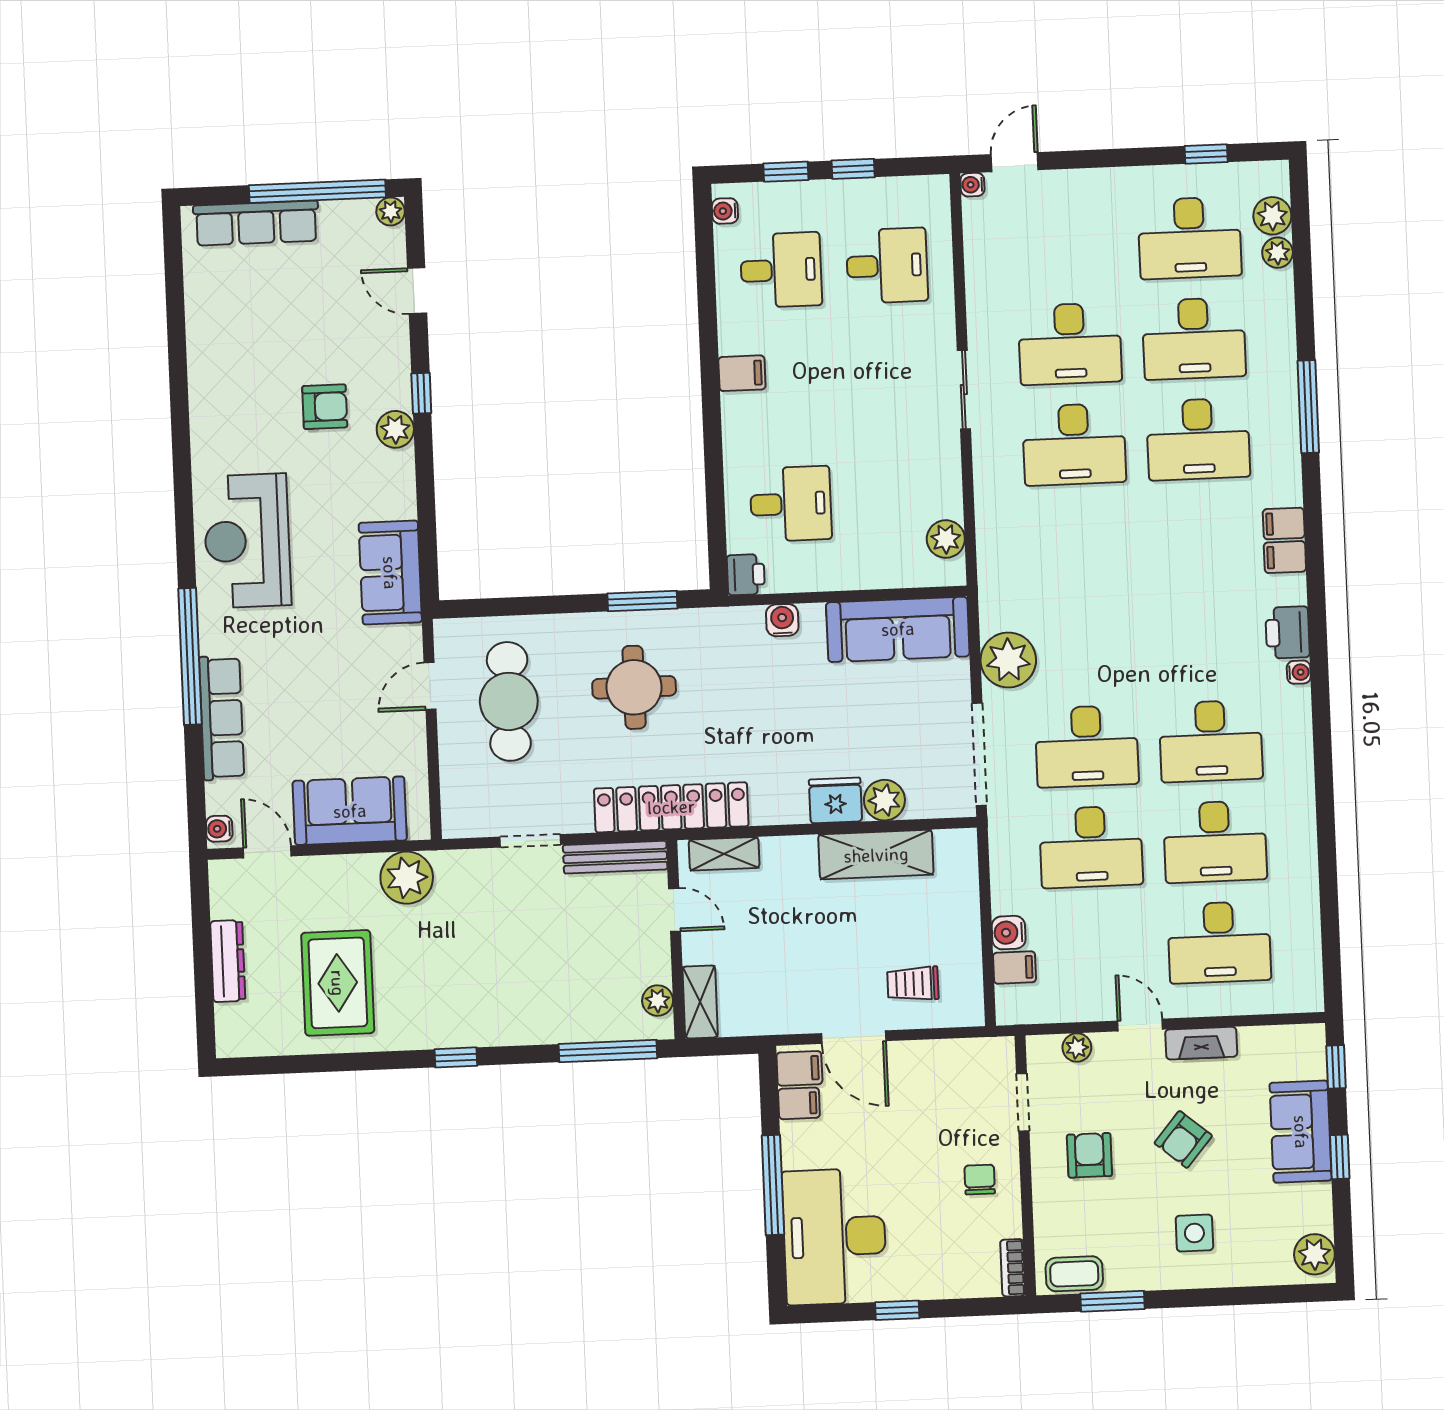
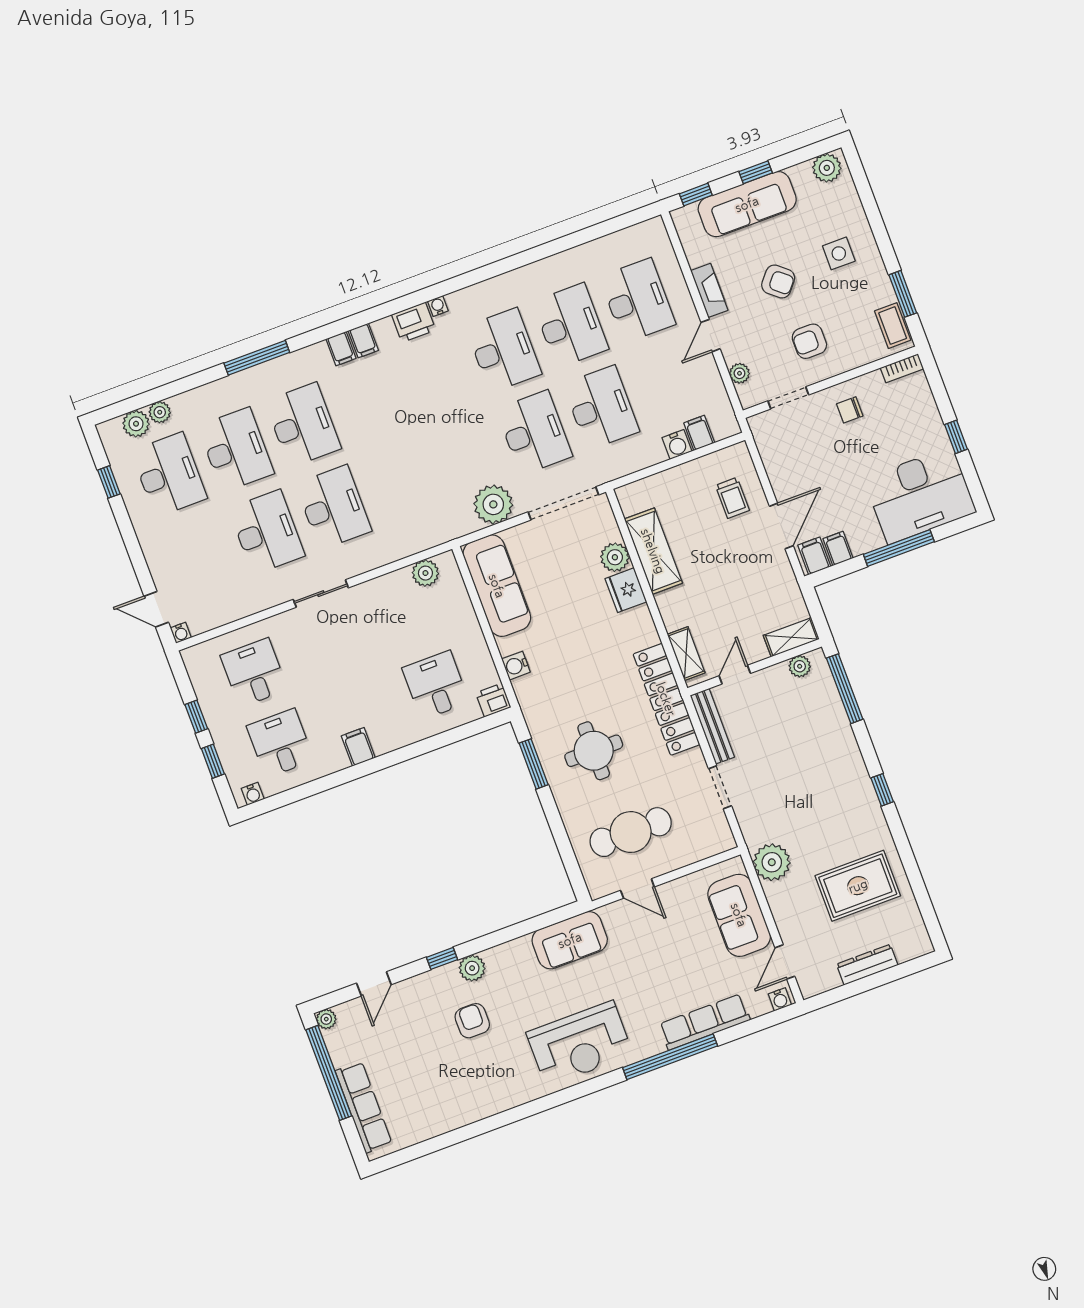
sofa: (1301, 1132) -> (747, 204), width x1.36

